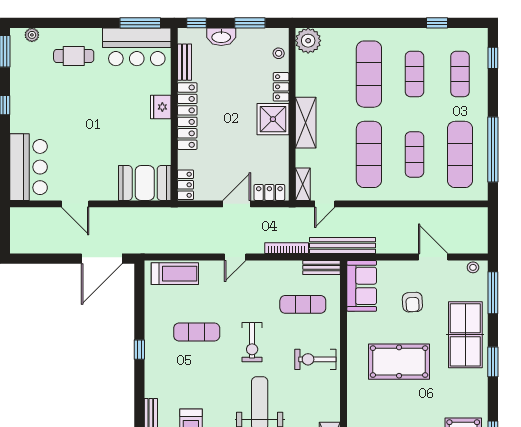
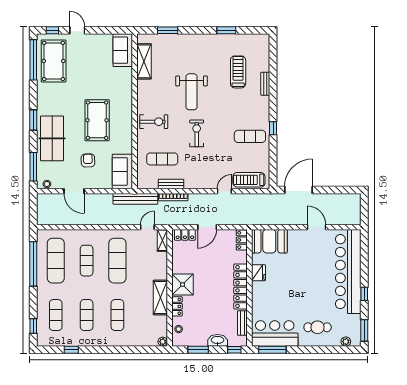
plant: (308, 41) -> (163, 342), width x0.53, depth x0.53
exercise mat: (369, 74) -> (117, 315), width x0.73, depth x0.69
fridge: (161, 107) -> (259, 273), moved
shelving: (306, 123) -> (160, 297), moved
bar counter: (28, 167) -> (348, 272), width x1.86
door: (235, 257) -> (224, 191), moved
bench: (322, 267) -> (171, 184), moved
exercise mat: (197, 332) -> (250, 136), moved
pool table: (399, 362) -> (97, 120), turned 90

